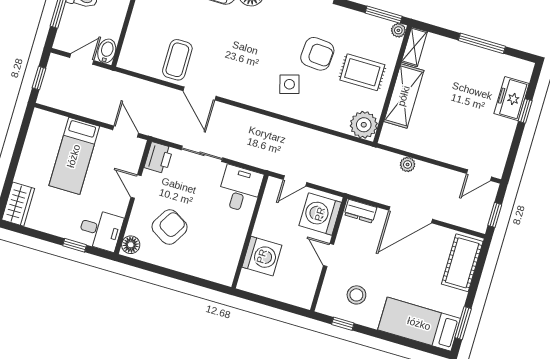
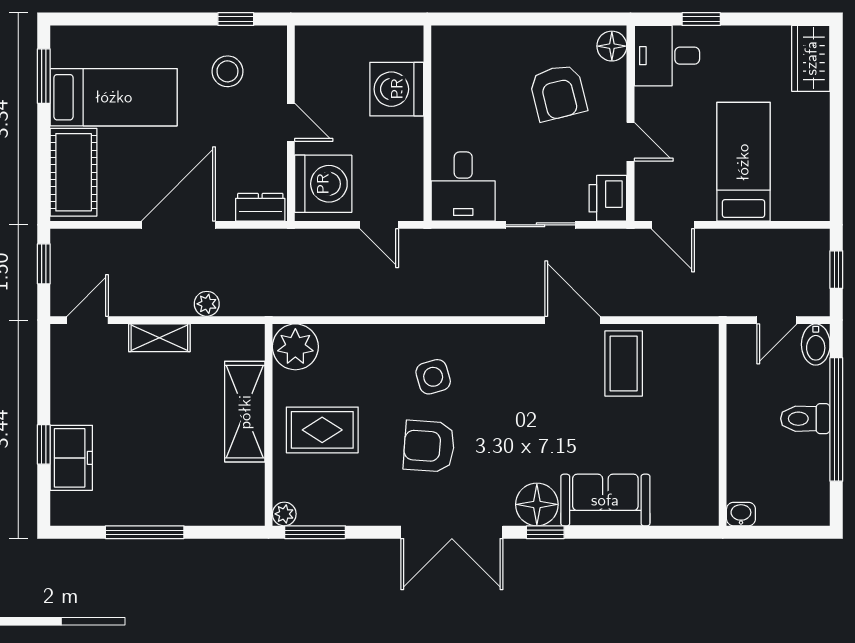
shelving: (414, 47) -> (159, 338), moved, turned 90
bidet: (107, 51) -> (816, 344), moved
armchair: (317, 54) -> (429, 446), moved
door: (295, 181) -> (379, 225), swing flipped
armchair: (170, 227) -> (558, 93), turned -45
bed: (419, 324) -> (114, 97), moved

